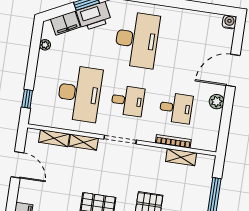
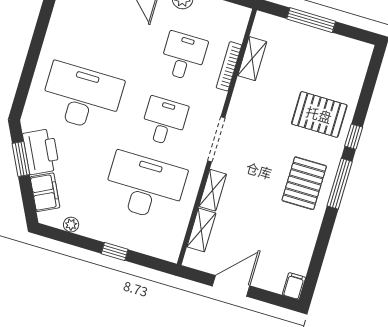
window: (27, 99) -> (115, 251), moved

